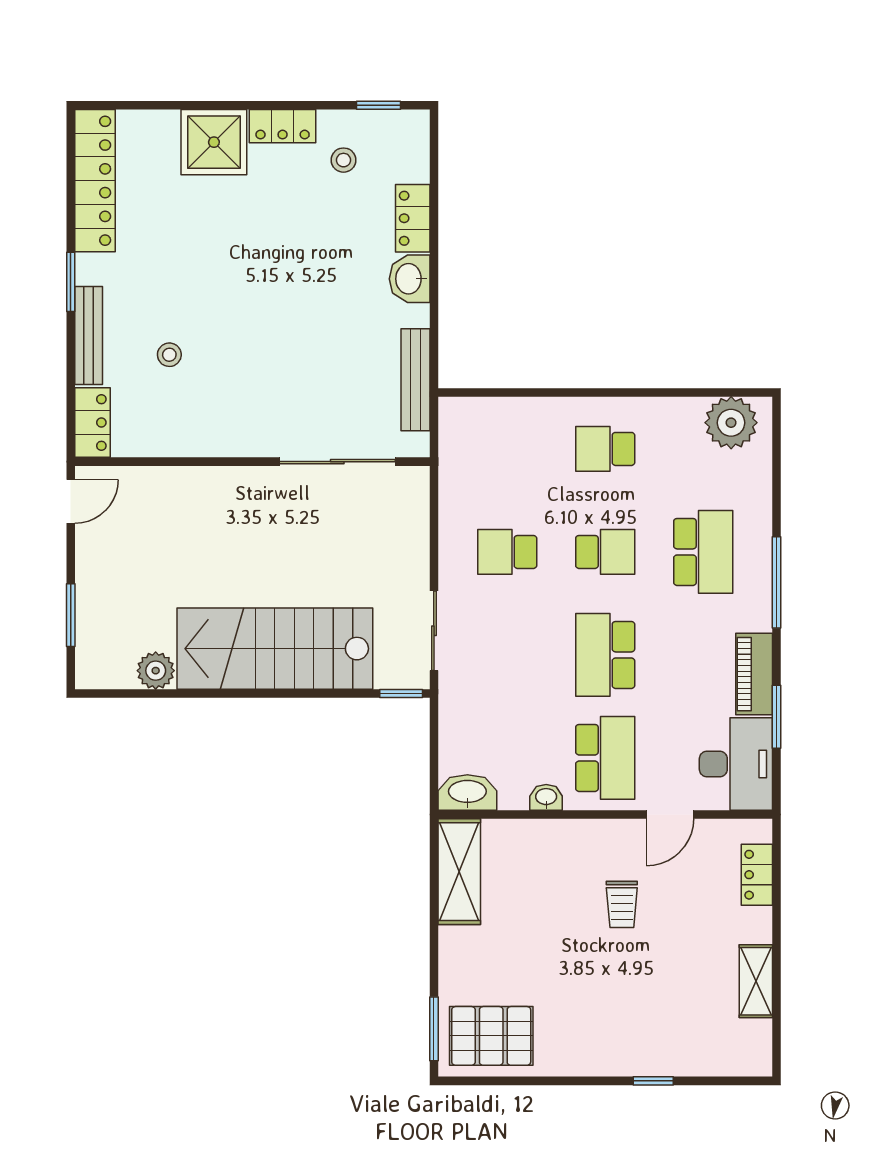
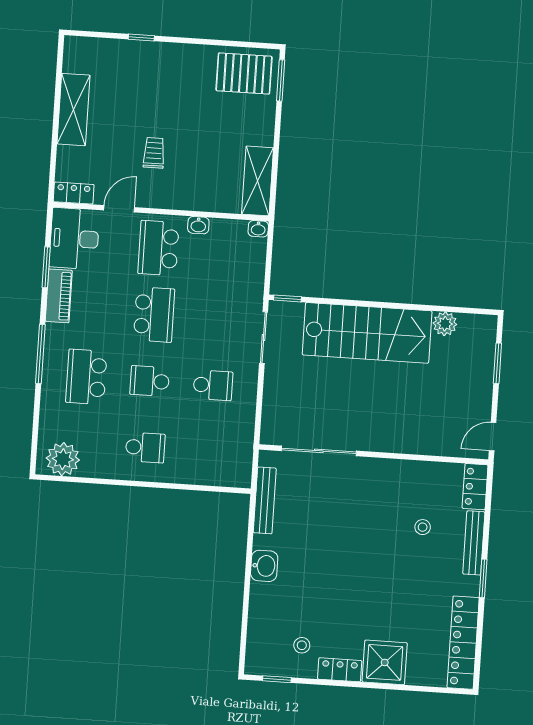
locker: (413, 218) -> (260, 605), removed
washbasin: (467, 792) -> (258, 229), width x0.52, depth x0.69
locker: (757, 875) -> (74, 193), moved, turned -90
shelving: (756, 981) -> (74, 110), width x1.50, depth x1.33

